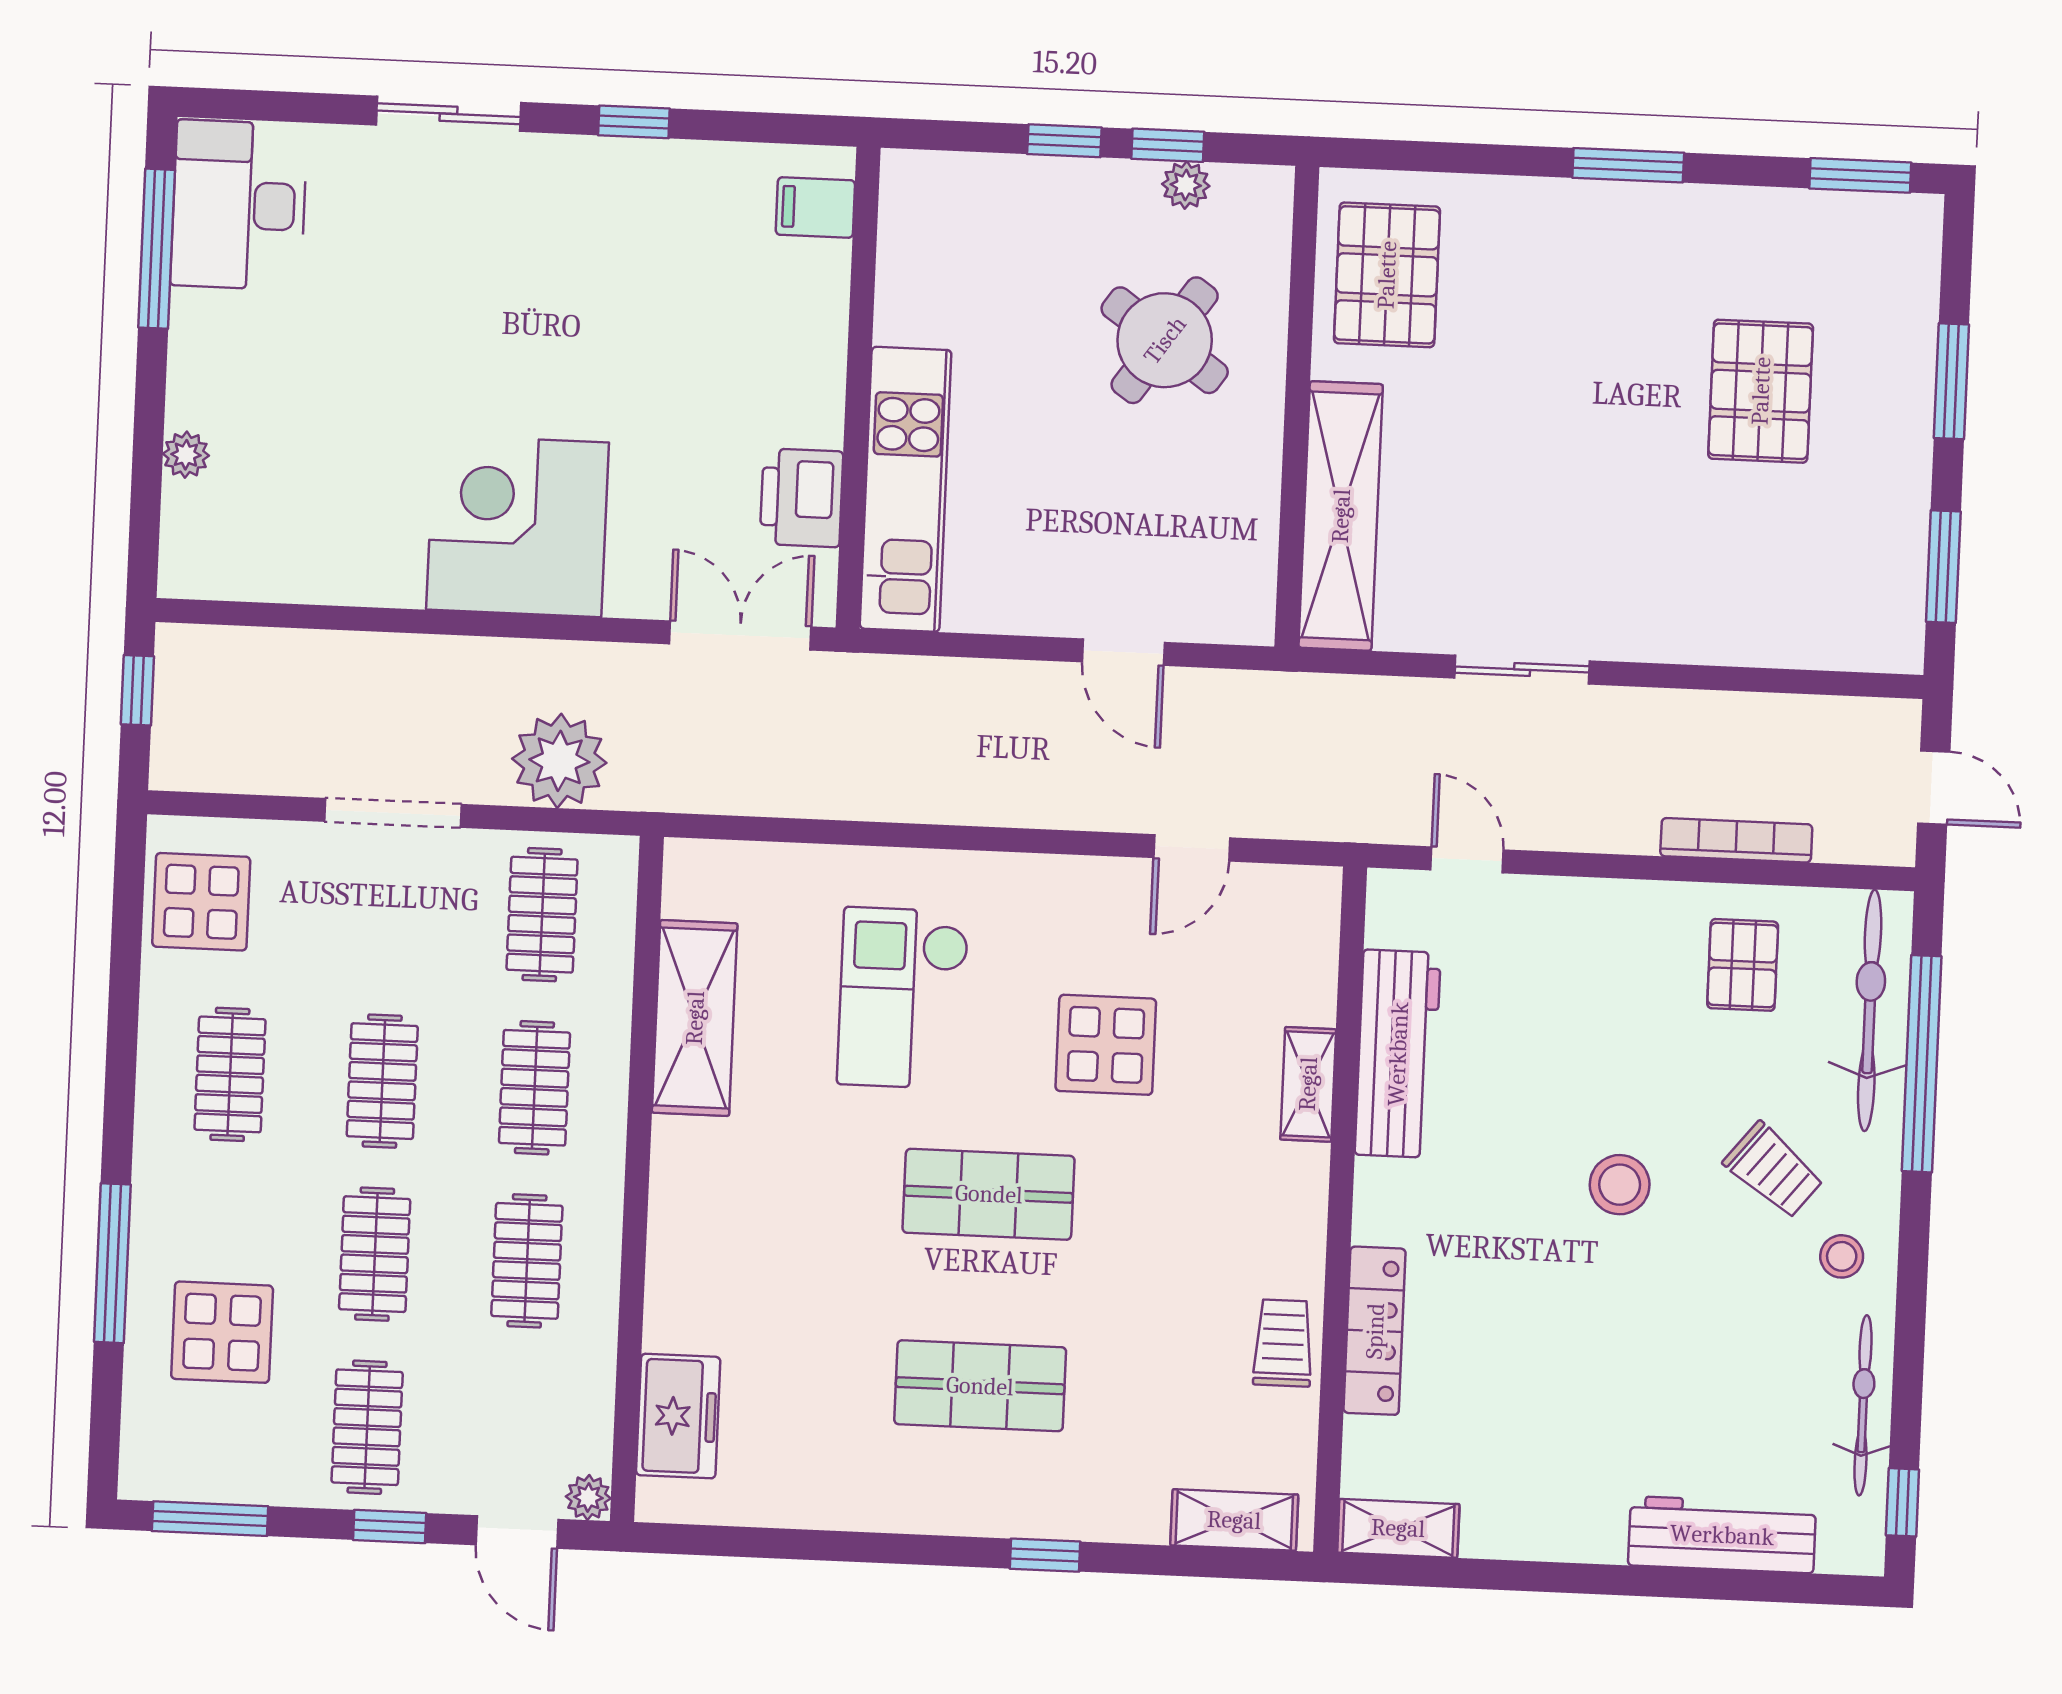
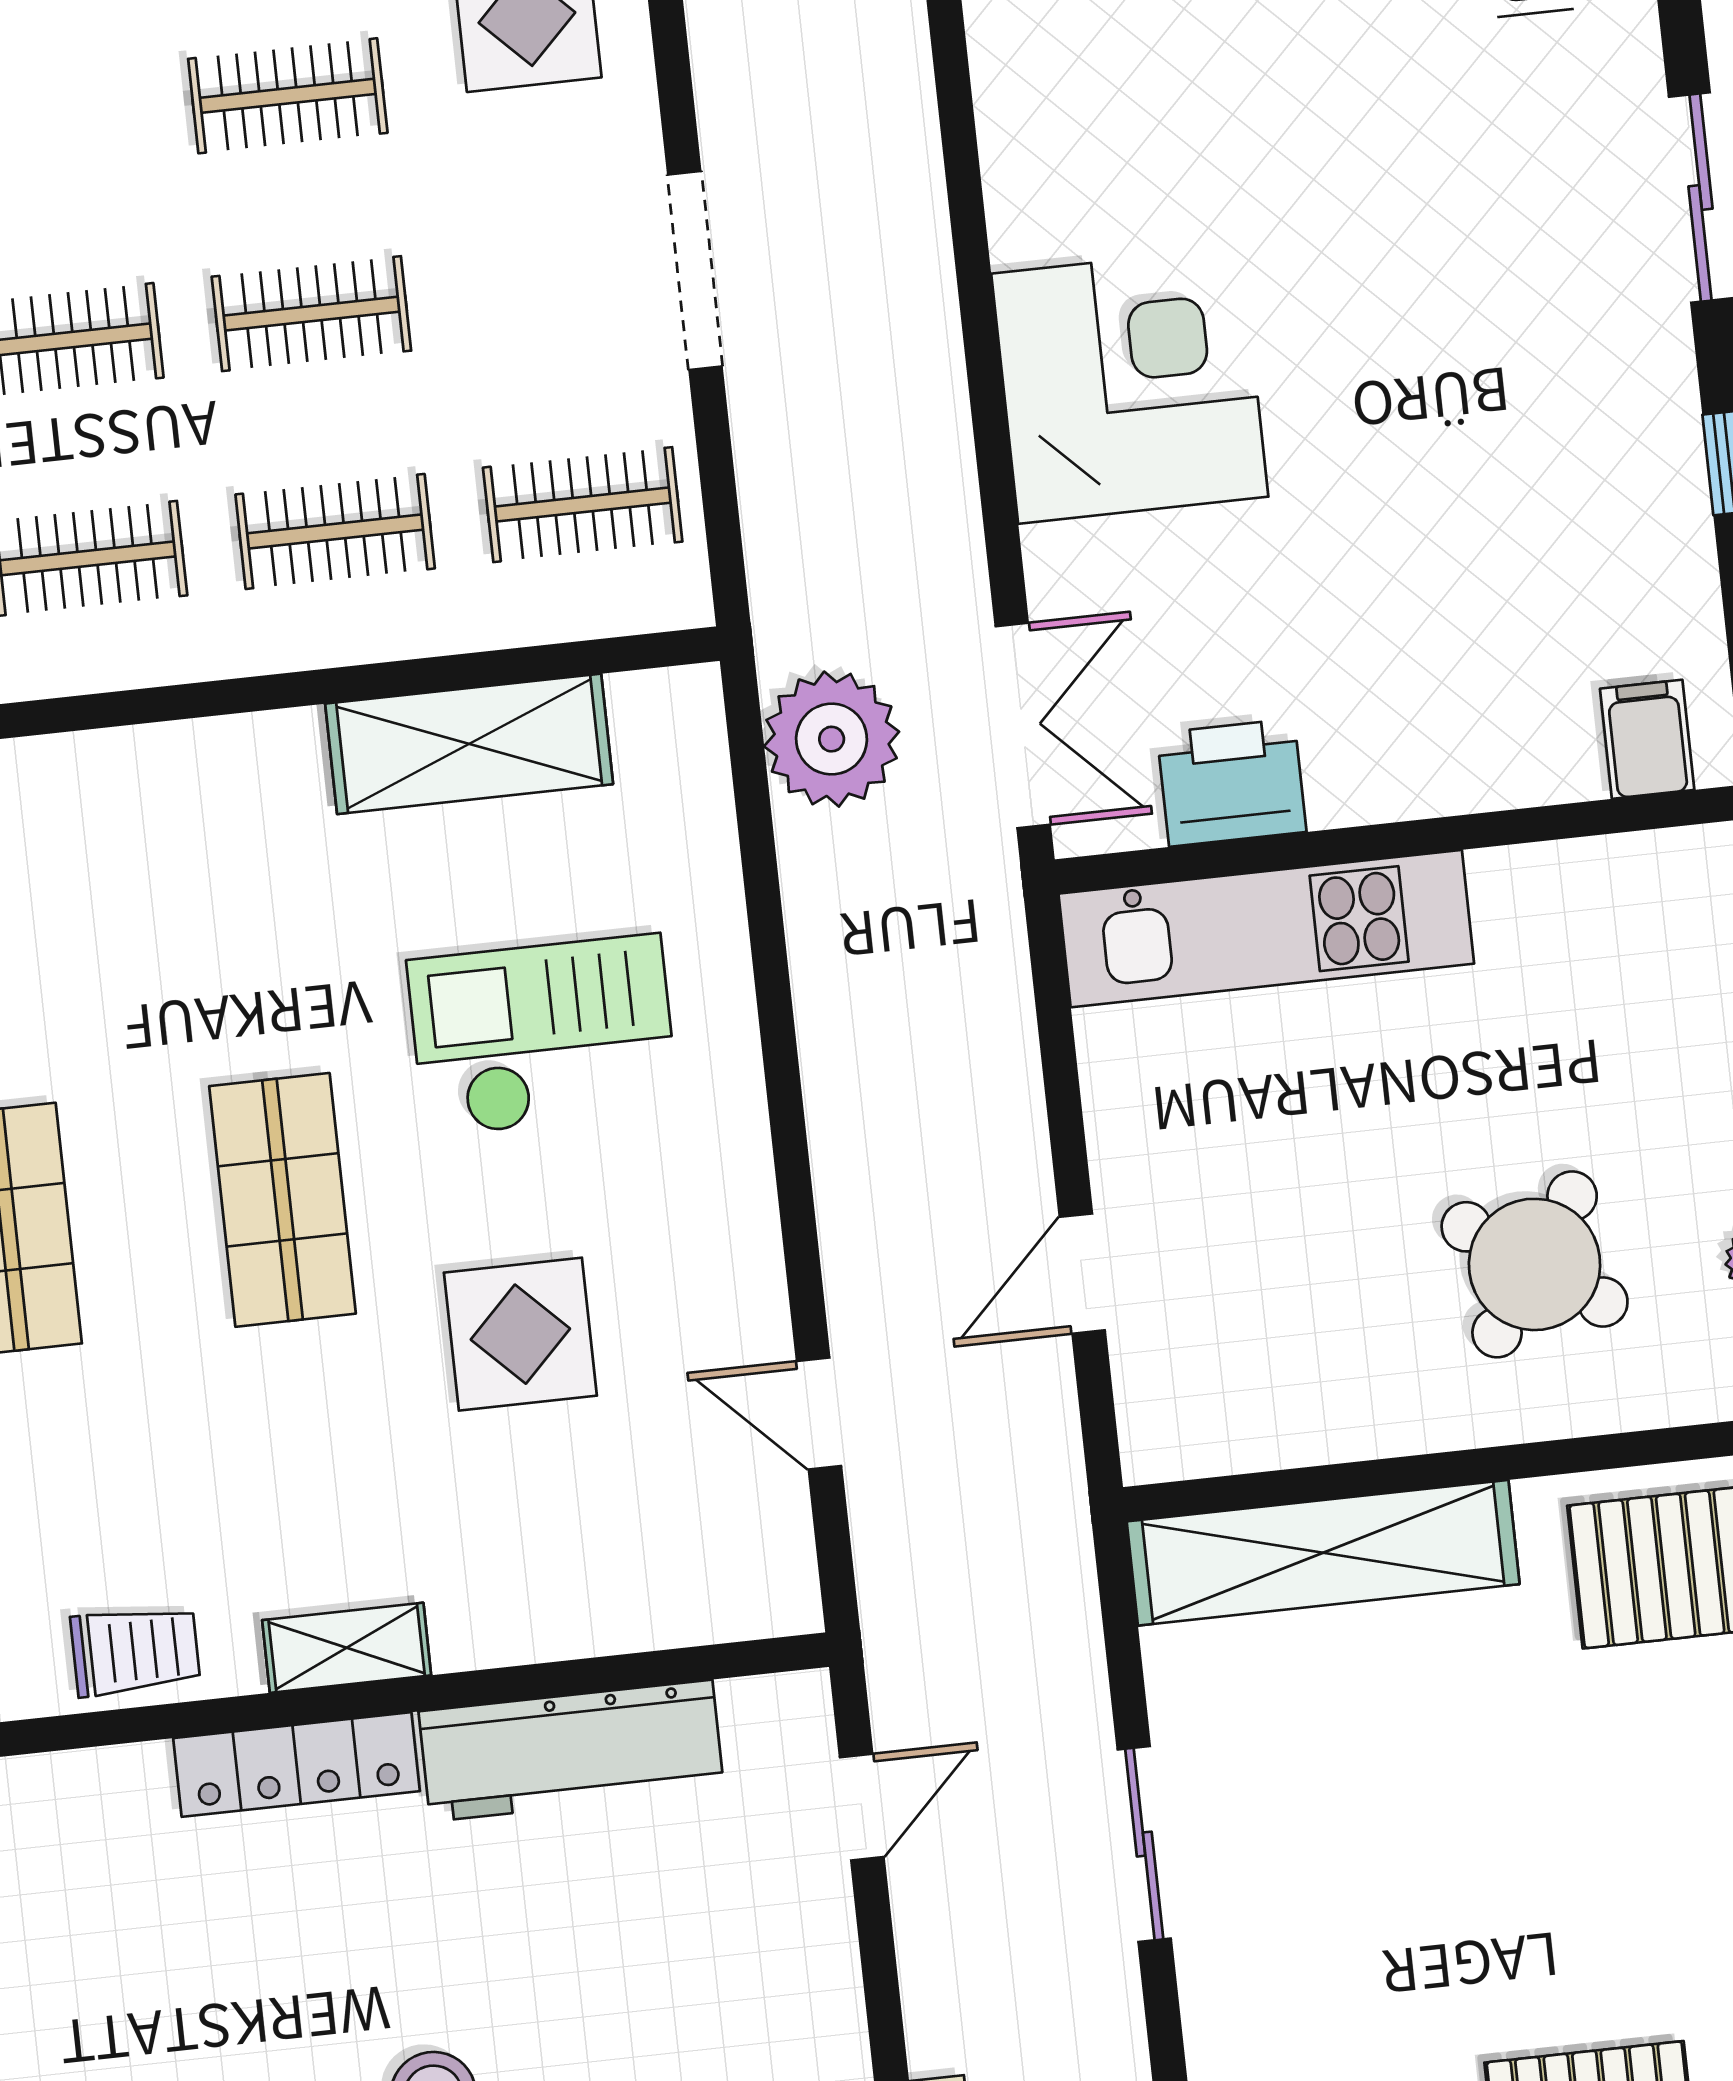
plant: (559, 761) -> (832, 739), moved
shelving: (1308, 1084) -> (347, 1648), moved
locker: (1375, 1331) -> (297, 1765), moved

